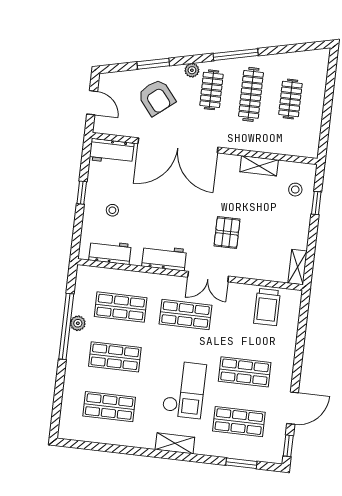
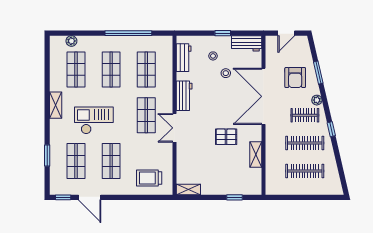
window: (236, 55) -> (331, 129), width x0.46
armchair: (156, 97) -> (295, 78), turned -51
clothes rail: (290, 99) -> (305, 171), width x1.36
workbench: (112, 152) -> (247, 43), moved, turned -90
stool: (295, 190) -> (226, 73), moved
pallet: (227, 233) -> (226, 137), moved
trolley: (267, 307) -> (149, 178), moved
plant: (78, 323) -> (71, 41), moved
checkout: (184, 390) -> (94, 120), turned 180
shelving: (175, 443) -> (56, 105), moved
window: (241, 463) -> (47, 155), moved

